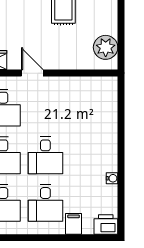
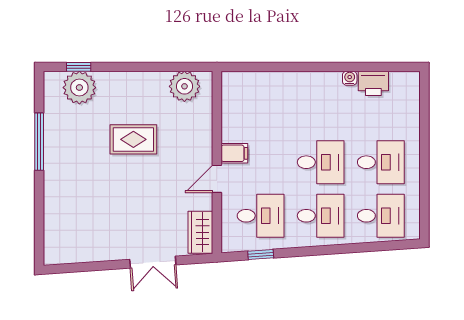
filing cabinet: (74, 224) -> (234, 153), moved, turned 180
printer: (106, 224) -> (373, 83), moved, turned -90

